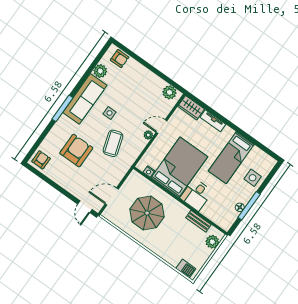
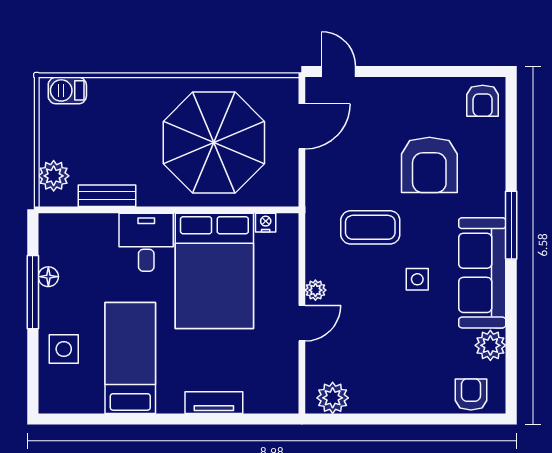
armchair: (120, 59) -> (471, 394), turned 90
wardrobe: (191, 108) -> (272, 398), removed
coffee table: (113, 143) -> (370, 227), turned -72
parasol: (147, 213) -> (214, 143), width x1.36, depth x1.36

